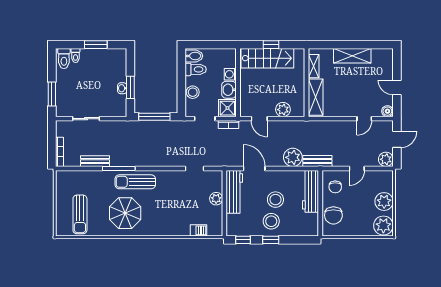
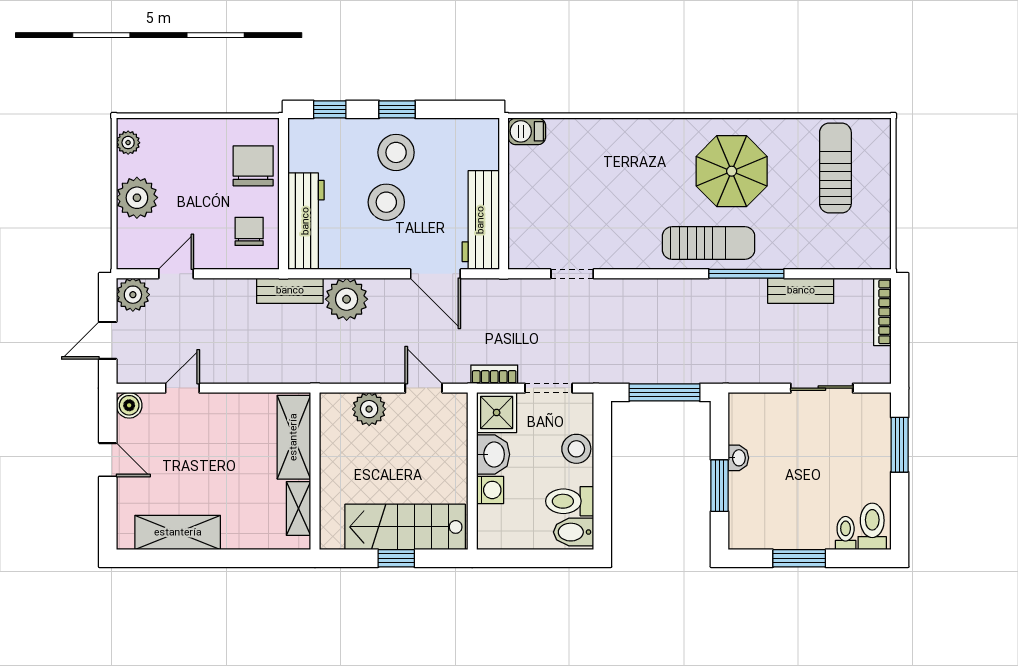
shelving: (352, 56) -> (178, 533), moved
window: (130, 87) -> (720, 486), moved
door: (357, 168) -> (176, 274), moved
plant: (216, 199) -> (523, 204), removed
plant: (383, 226) -> (128, 143), width x0.53, depth x0.53
barbecue: (198, 230) -> (527, 131), moved
window: (243, 240) -> (330, 109), moved

